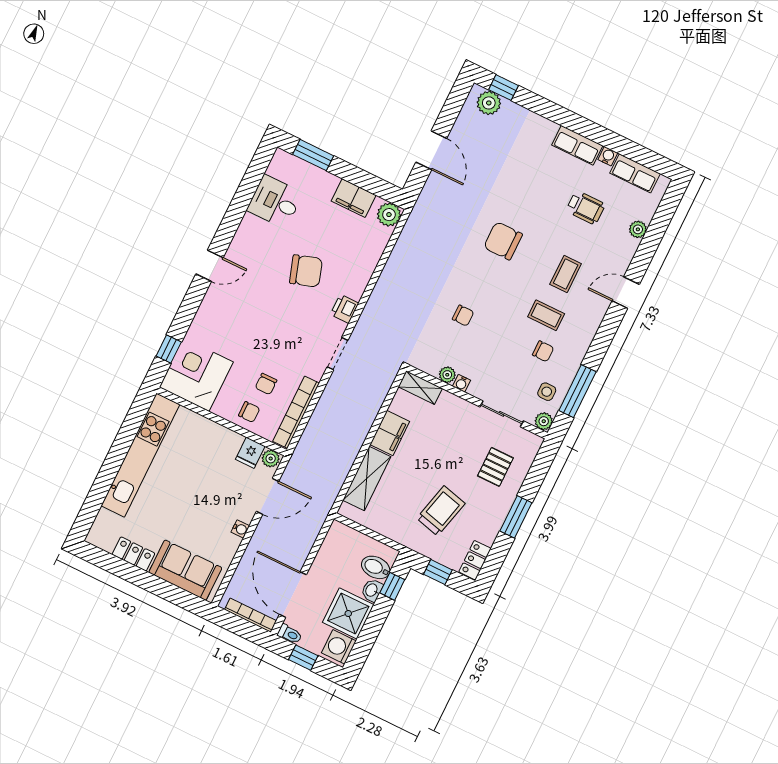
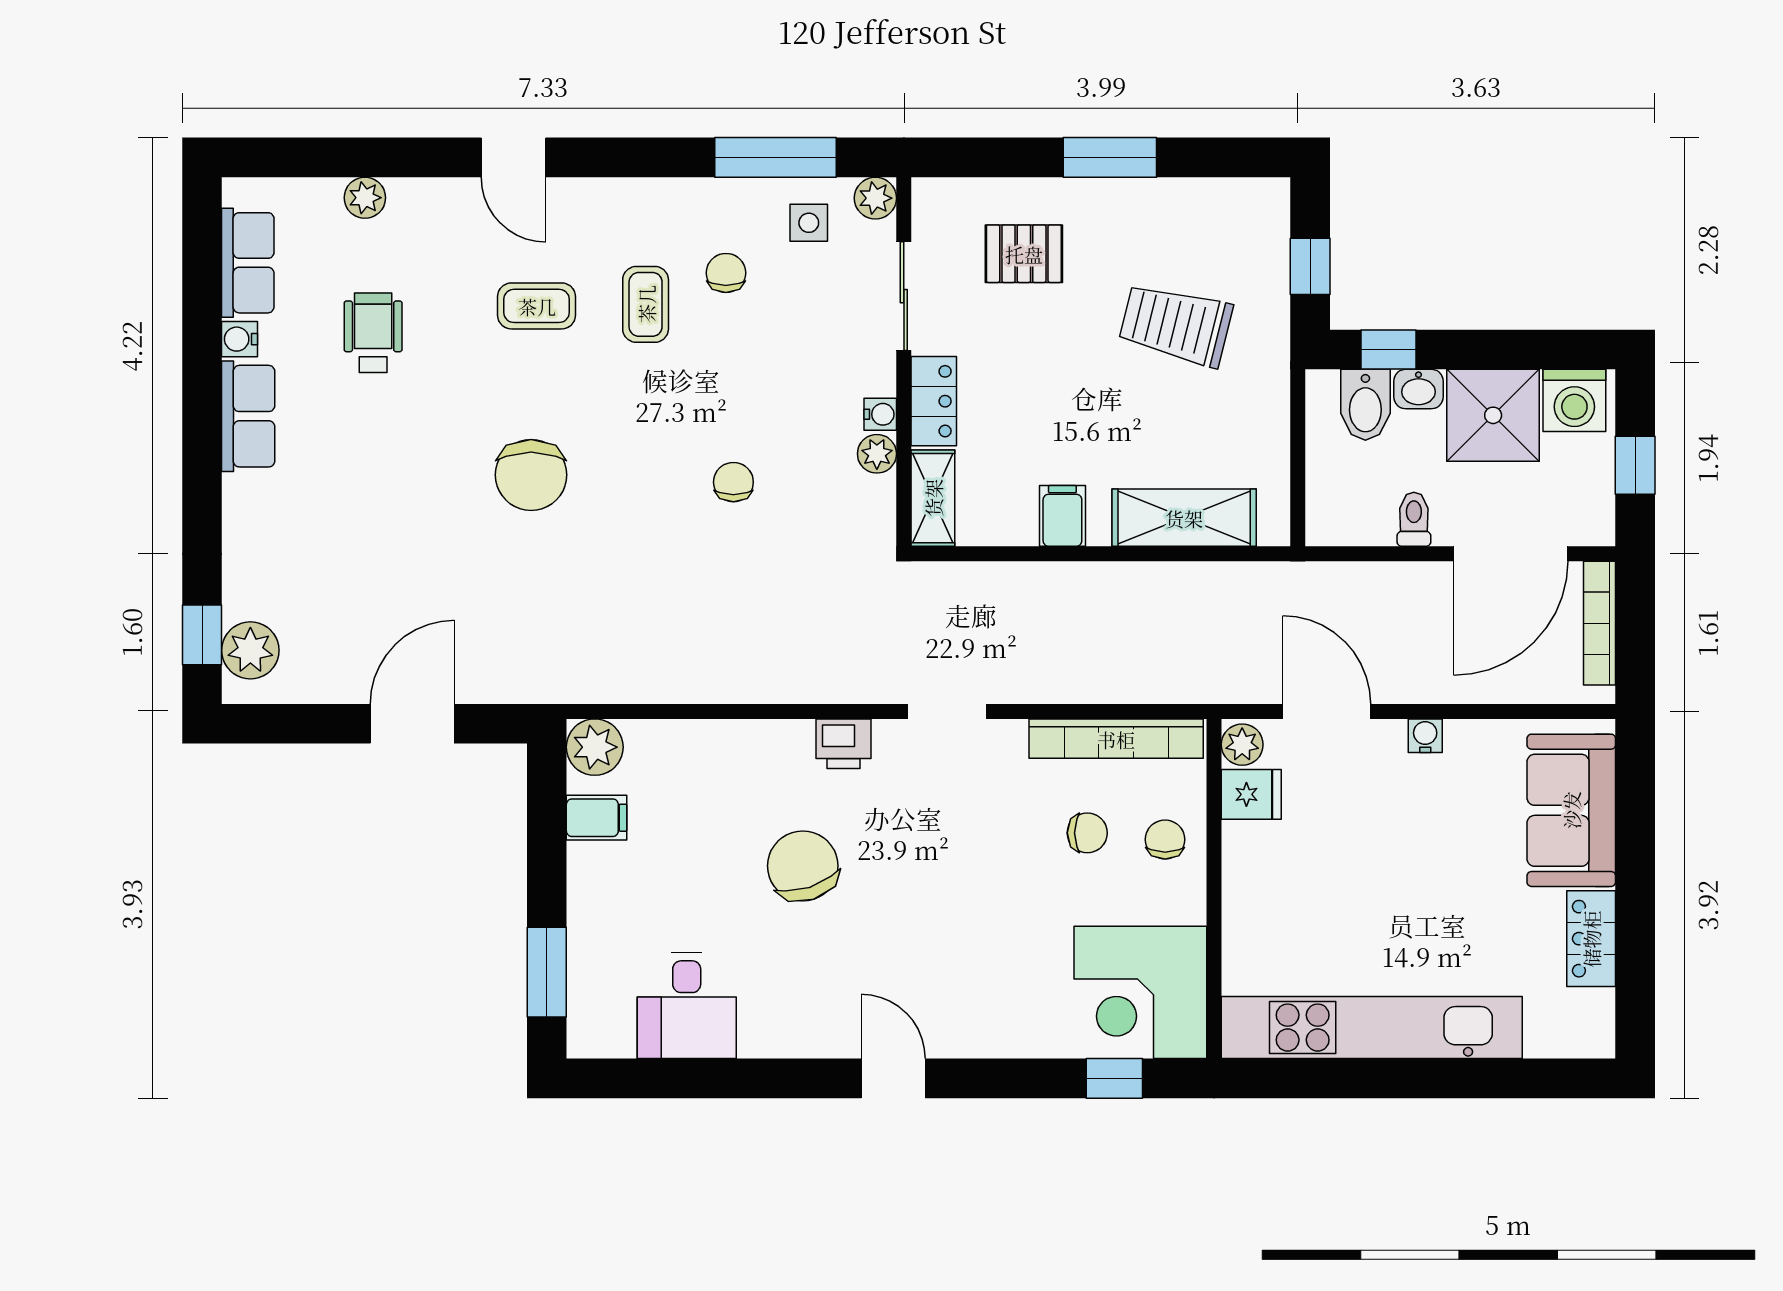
filing cabinet: (354, 198) -> (596, 818), width x0.50
filing cabinet: (390, 433) -> (1062, 516), width x0.50
locker: (475, 560) -> (934, 401), moved, turned -90
toilet: (290, 634) -> (1414, 519), moved

